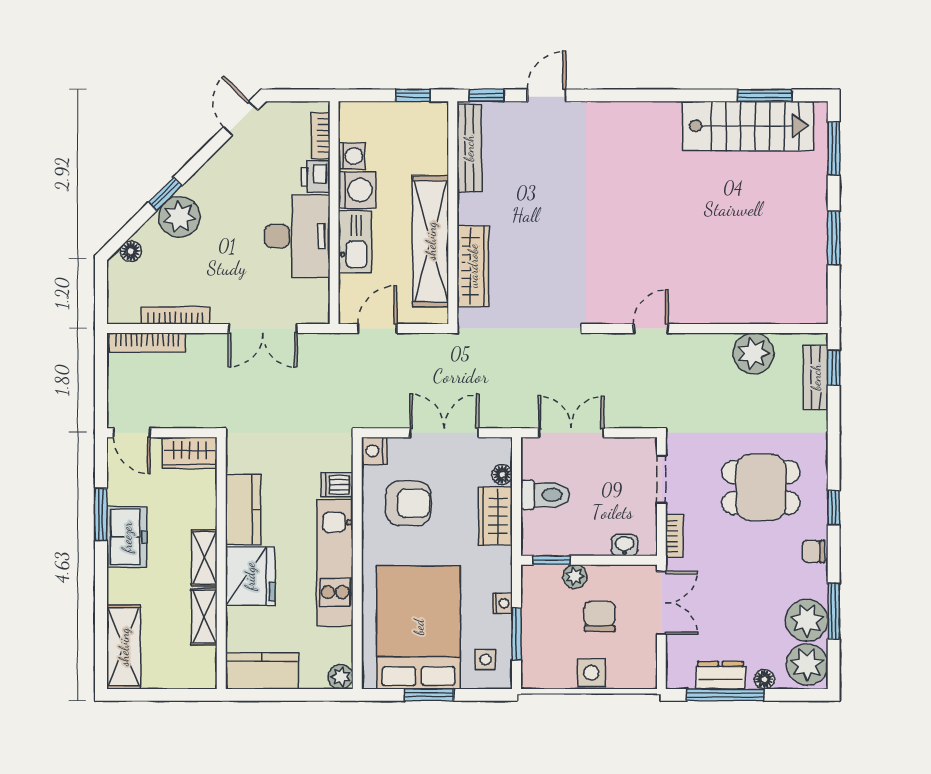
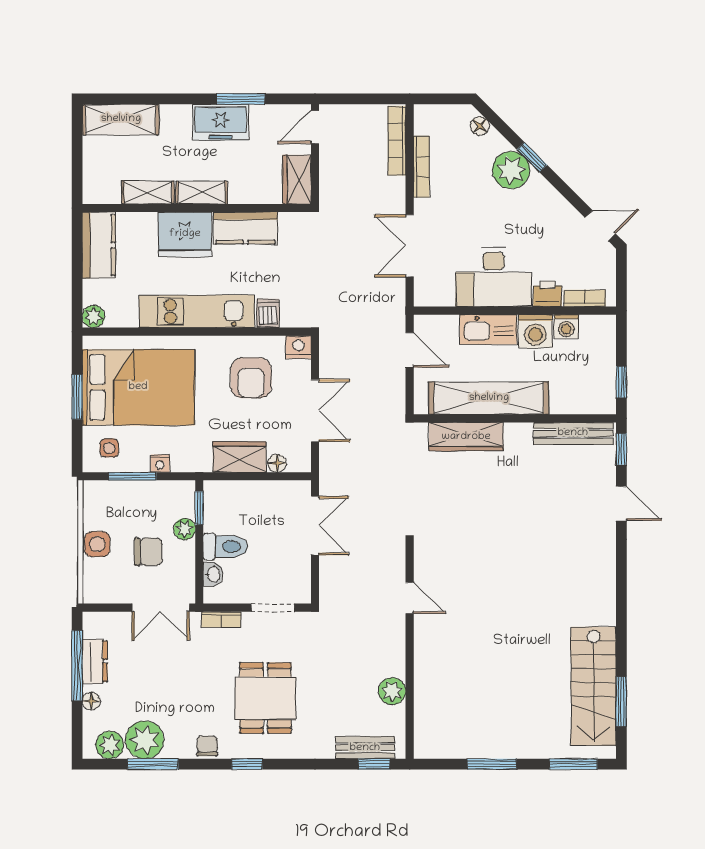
plant: (753, 353) -> (392, 691), width x0.73, depth x0.73
toilet: (545, 495) -> (225, 547), moved, turned -90
plant: (807, 664) -> (110, 745), width x0.73, depth x0.73

